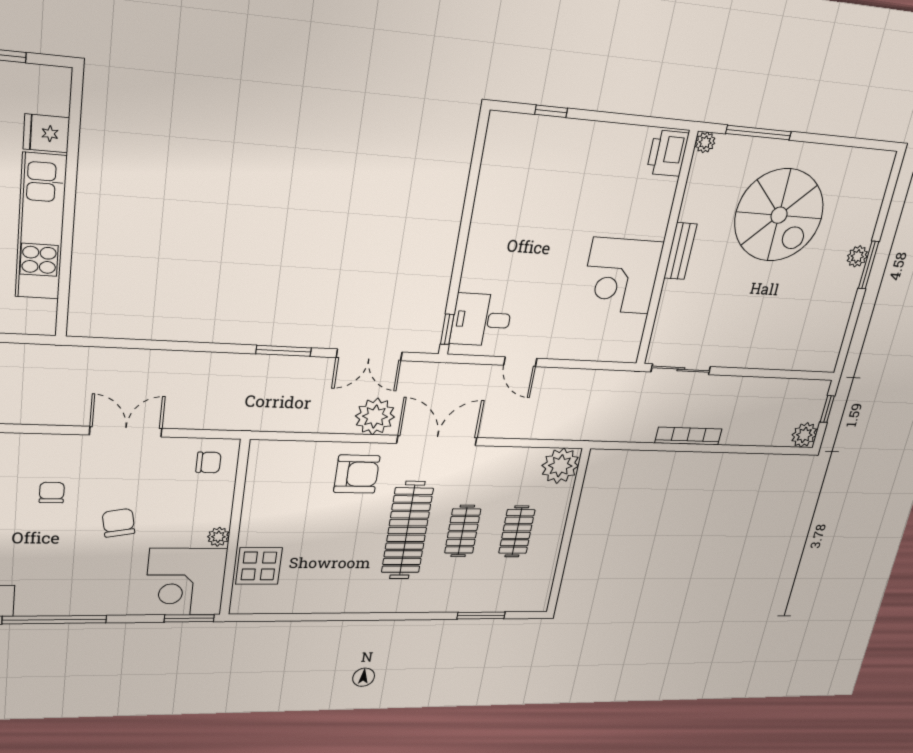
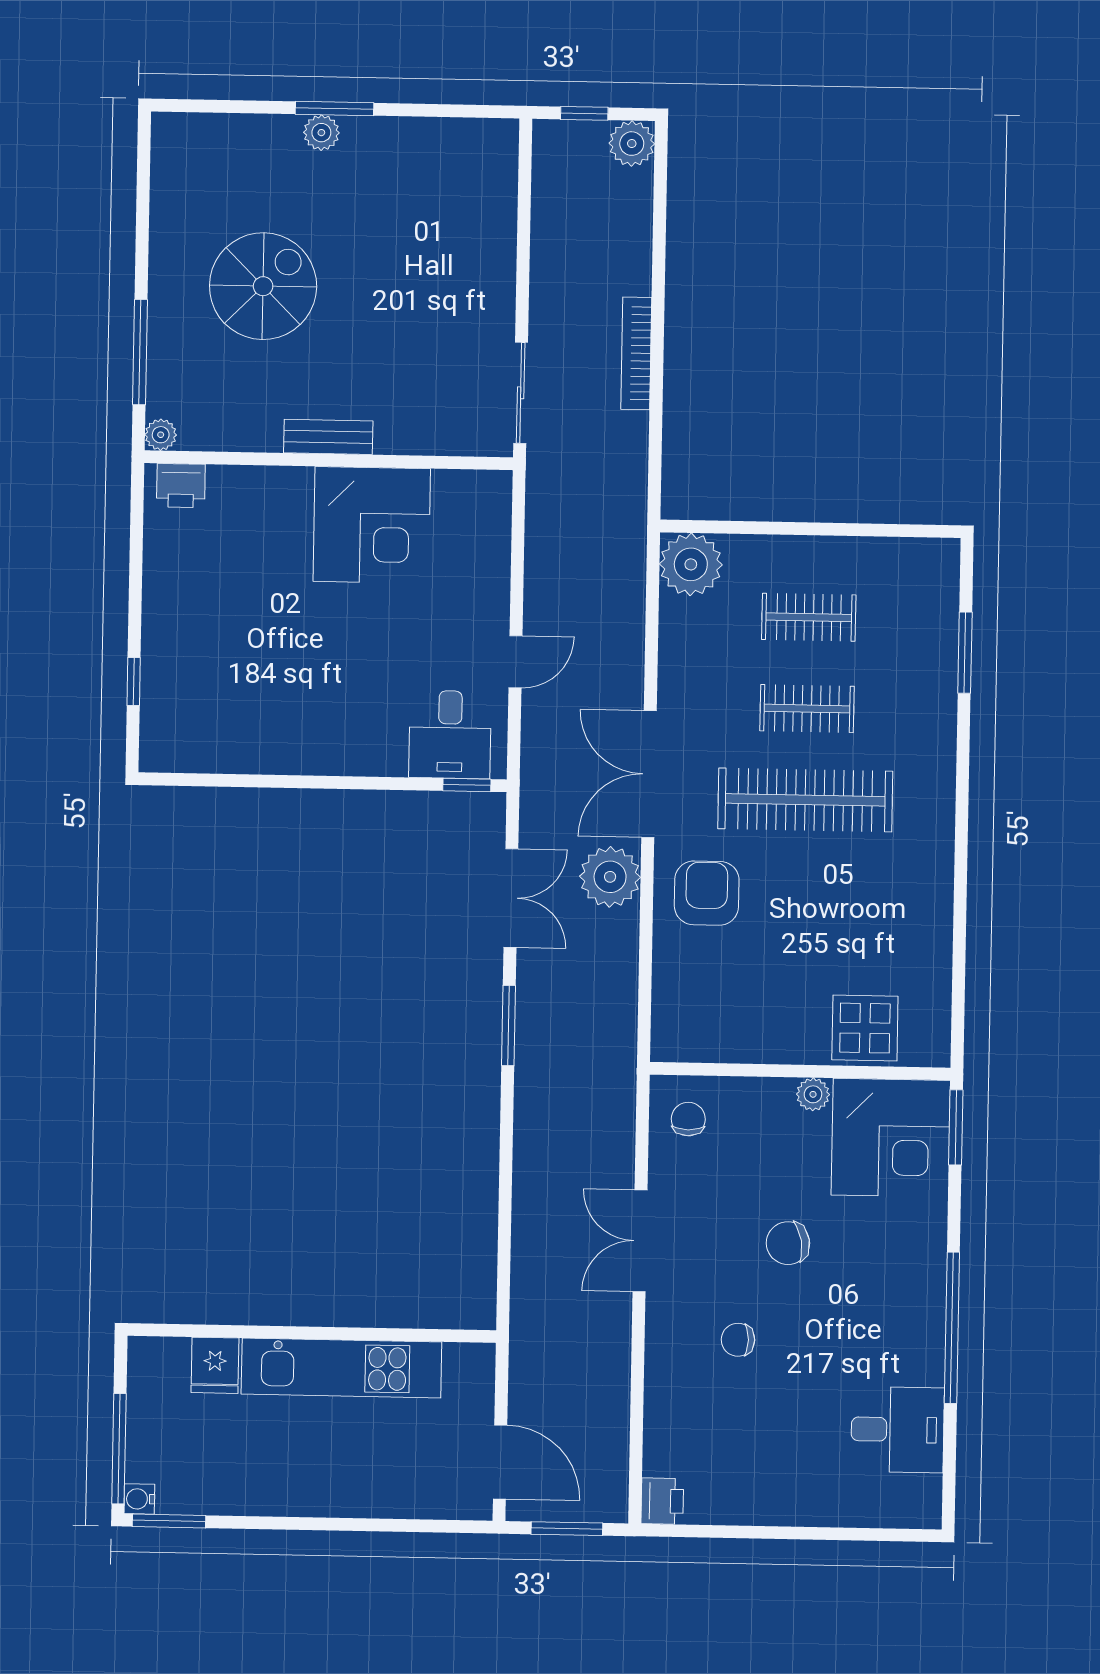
printer: (668, 153) -> (181, 486), width x0.73, depth x0.81
spiral stairs: (779, 215) -> (263, 286), width x0.73, depth x0.73

